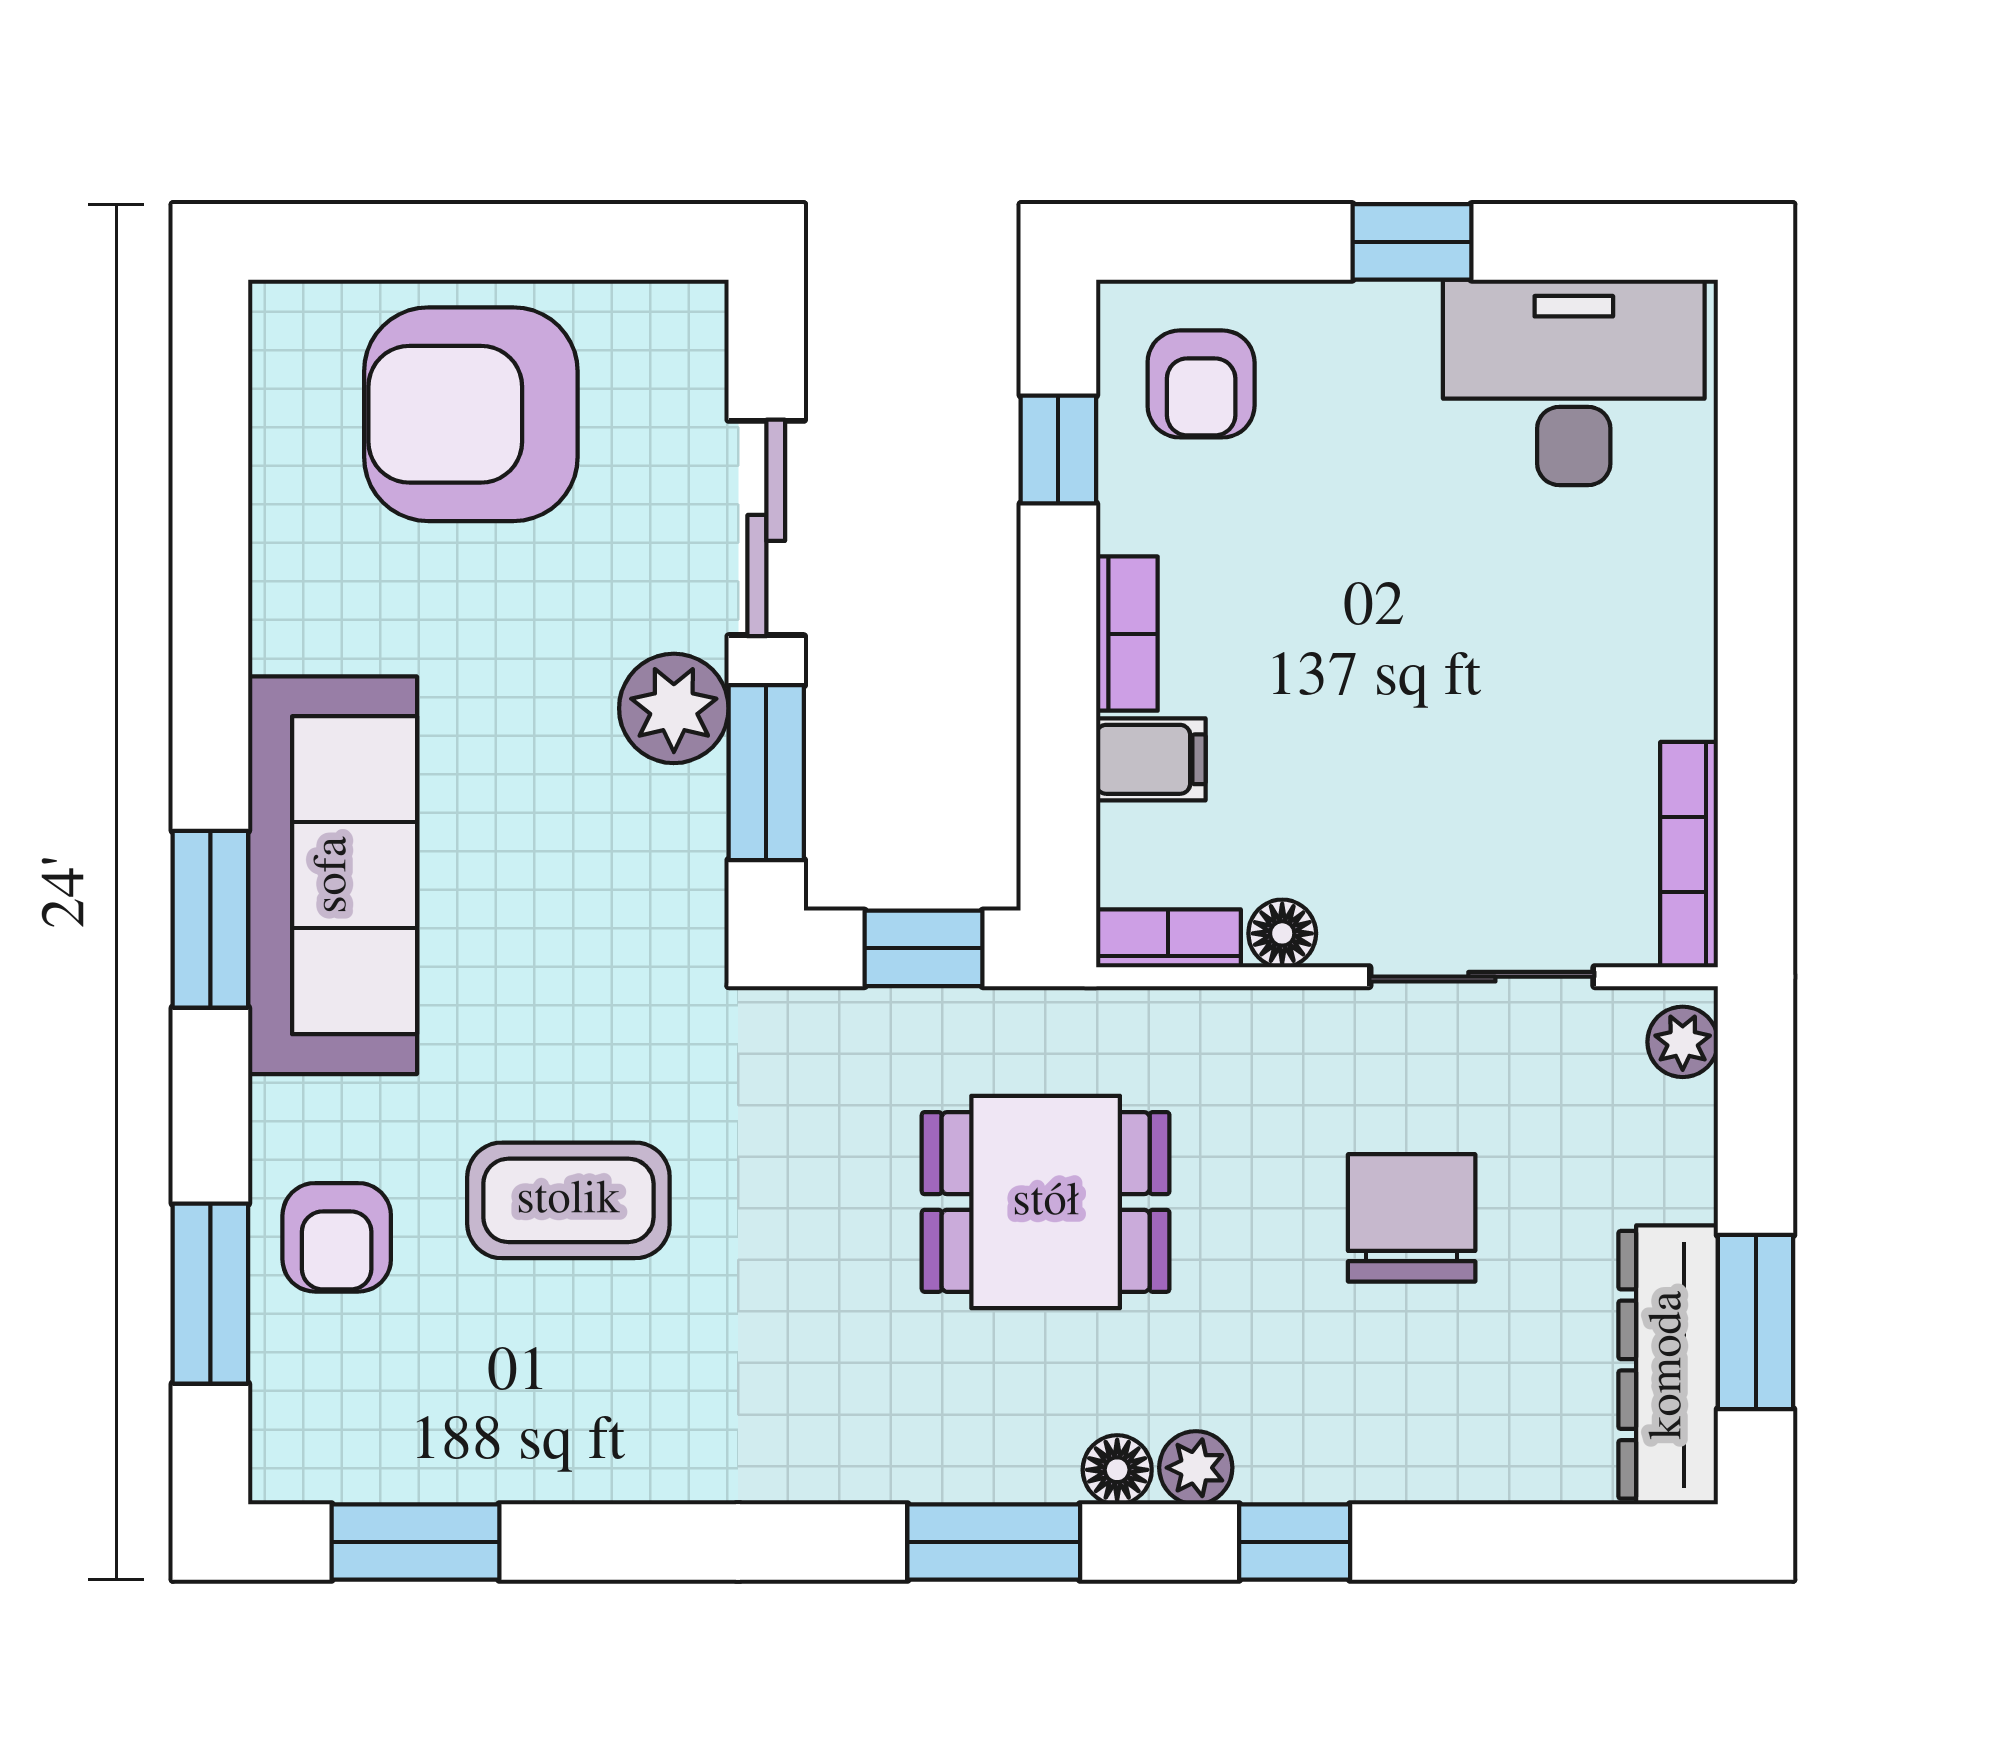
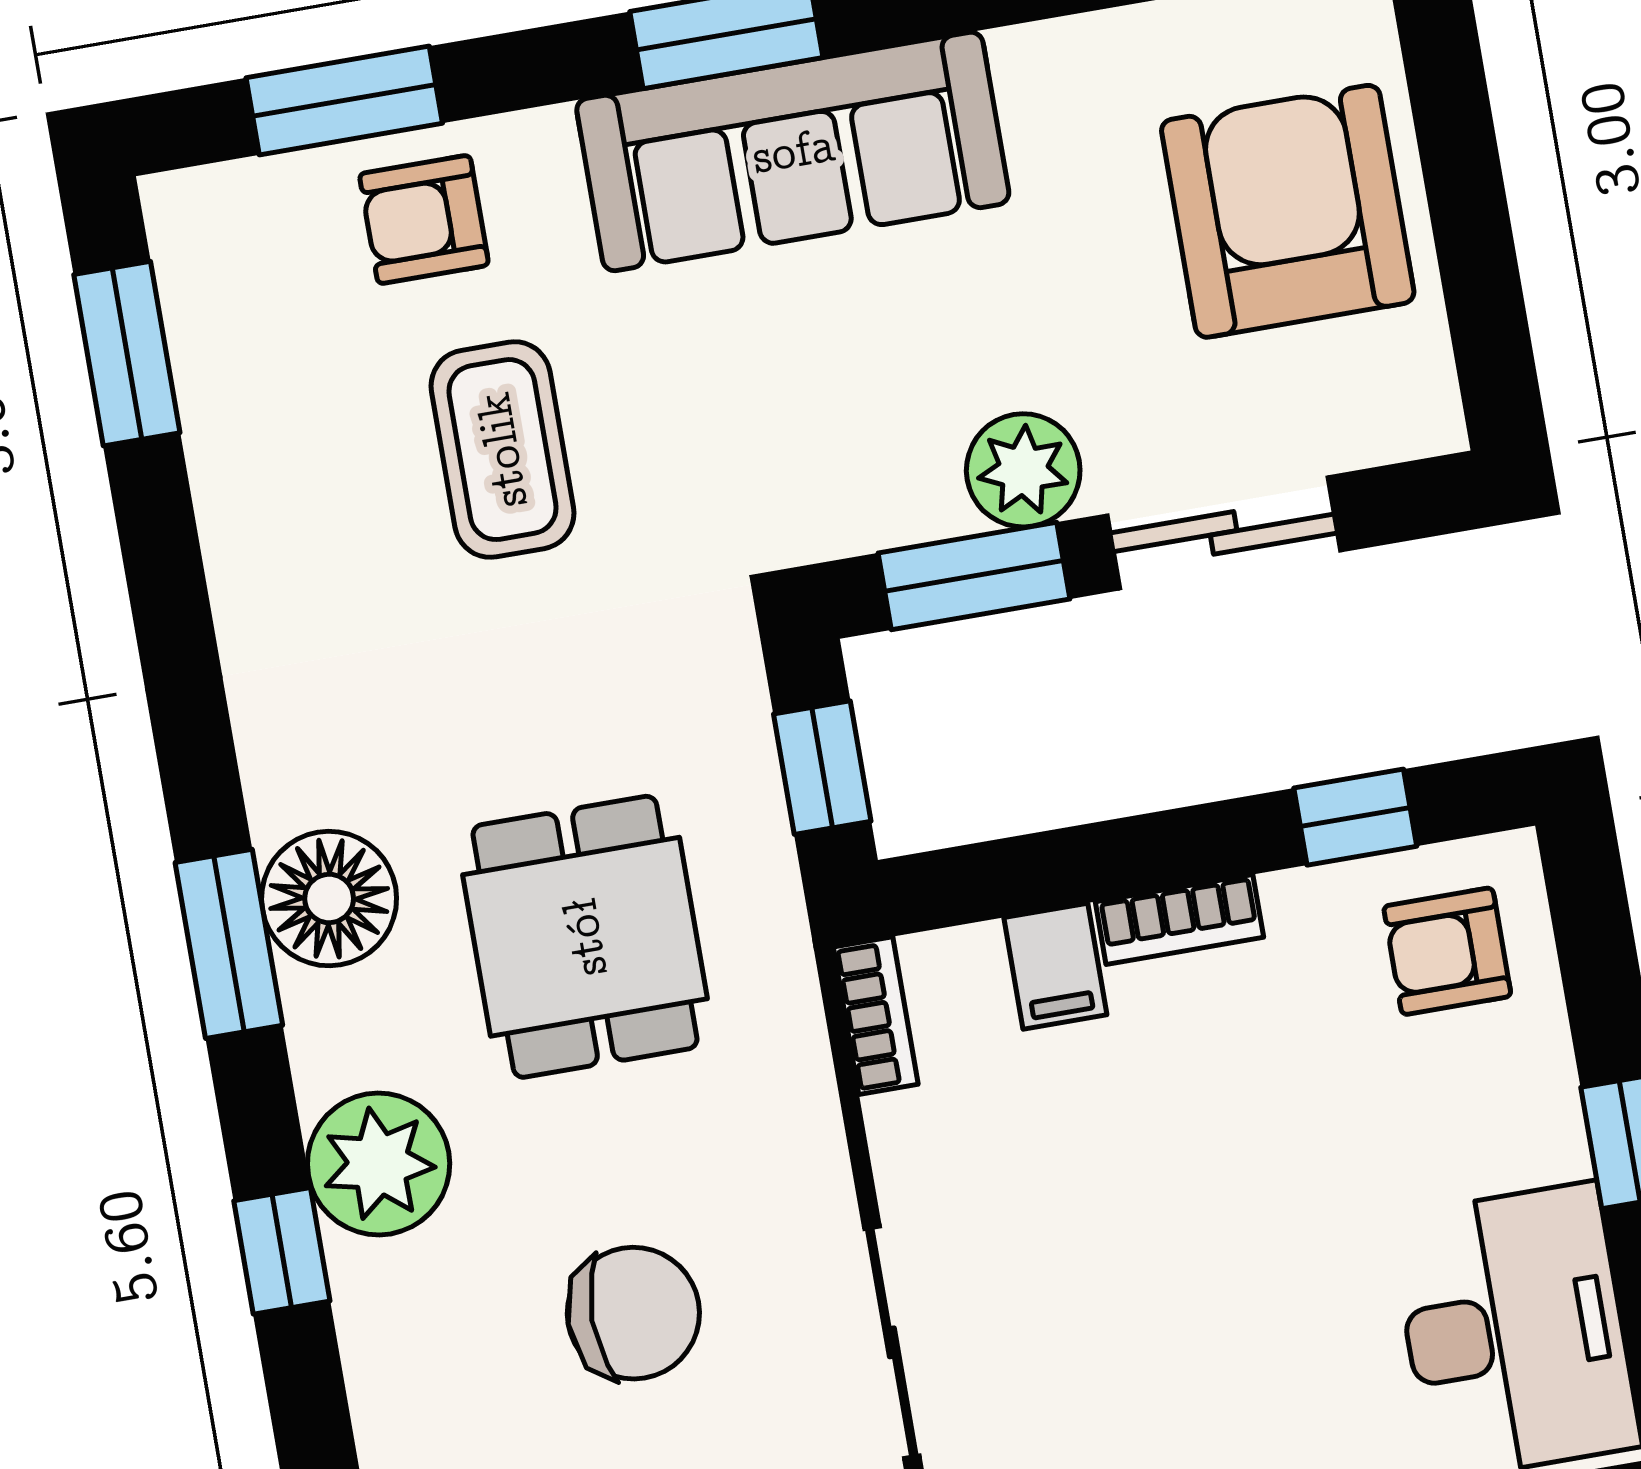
floor lamp: (1282, 933) -> (901, 1131), removed
plant: (1196, 1468) -> (379, 1164), width x1.88, depth x1.88
floor lamp: (1117, 1470) -> (329, 899), moved, width x1.89, depth x1.89

